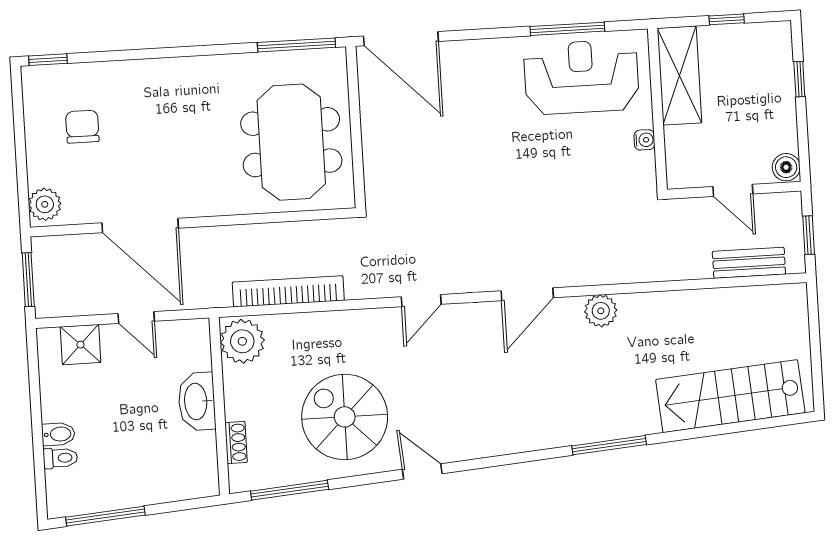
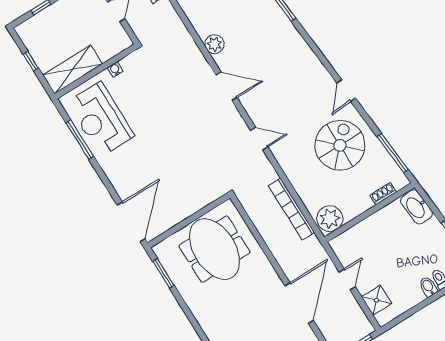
window: (296, 45) -> (163, 273), width x0.69
meeting table: (291, 142) -> (214, 249), turned 90
washbasin: (197, 401) -> (417, 207), moved, turned 85
spiral stairs: (345, 417) -> (340, 145), turned 180

